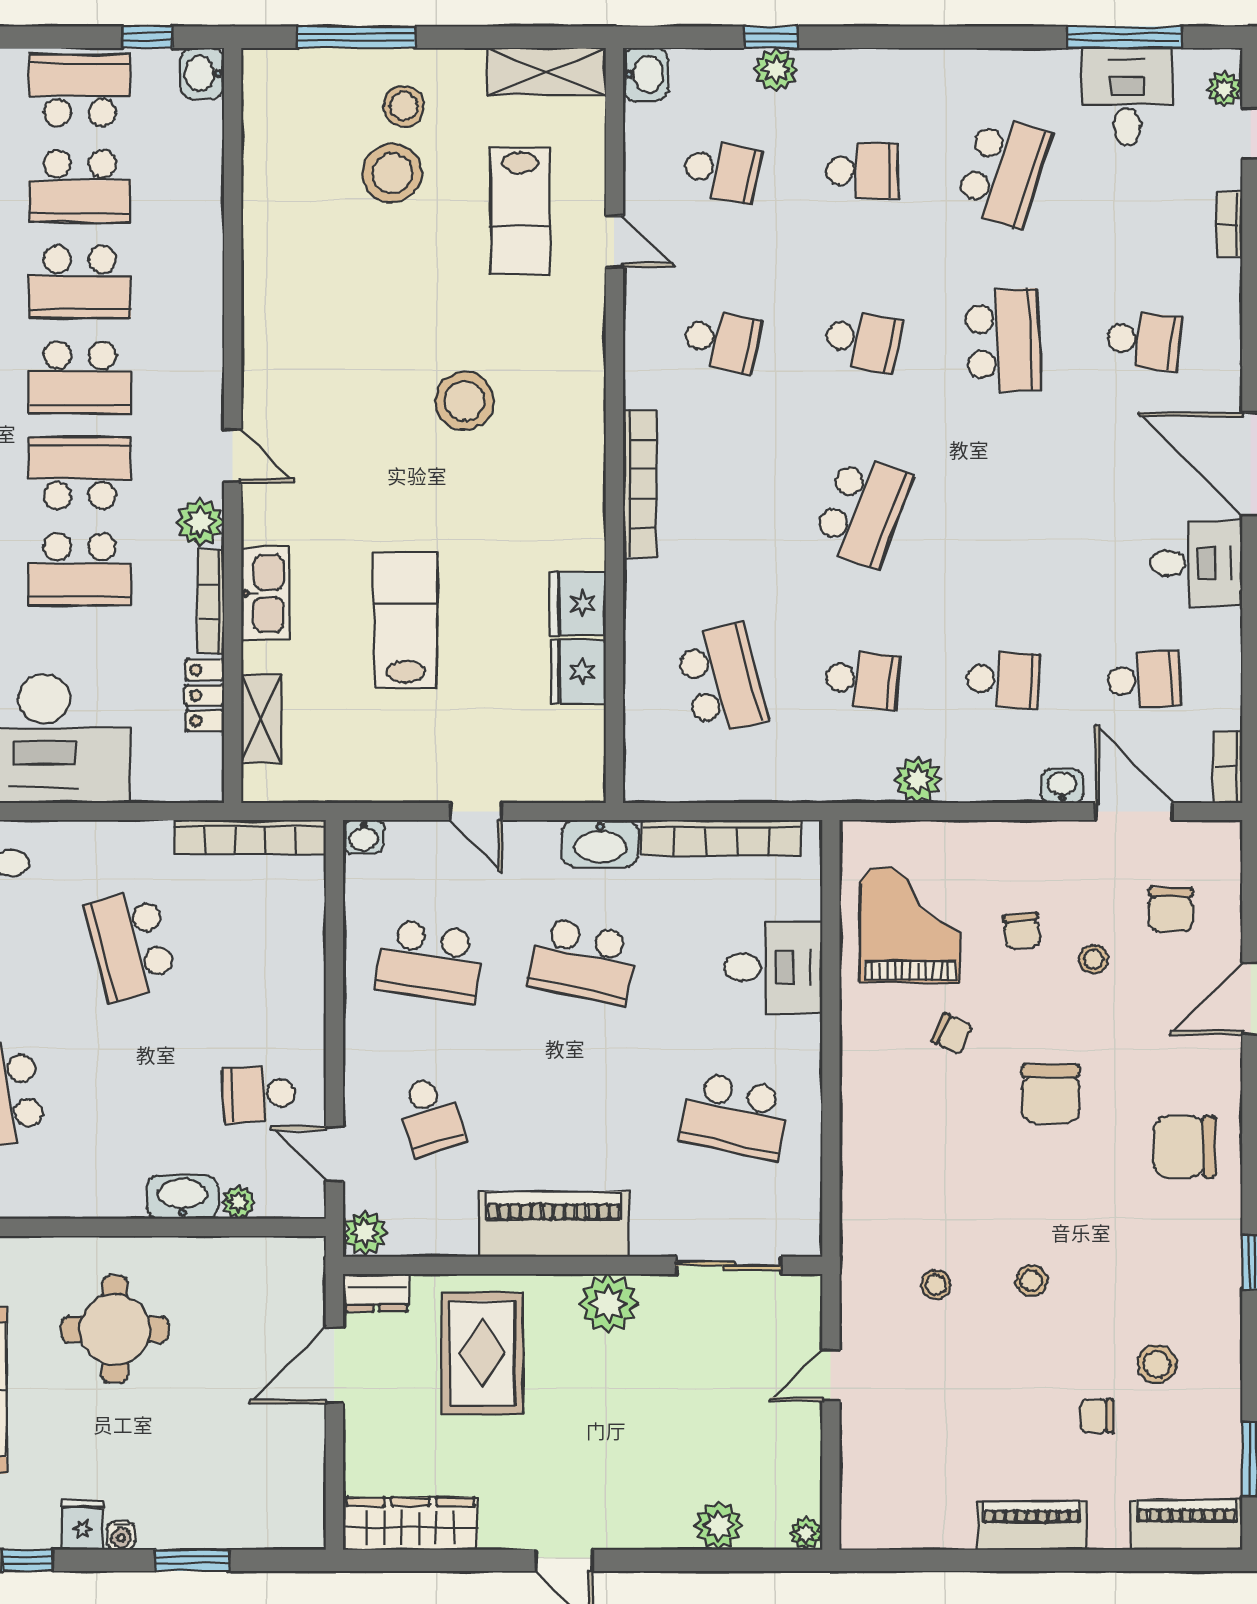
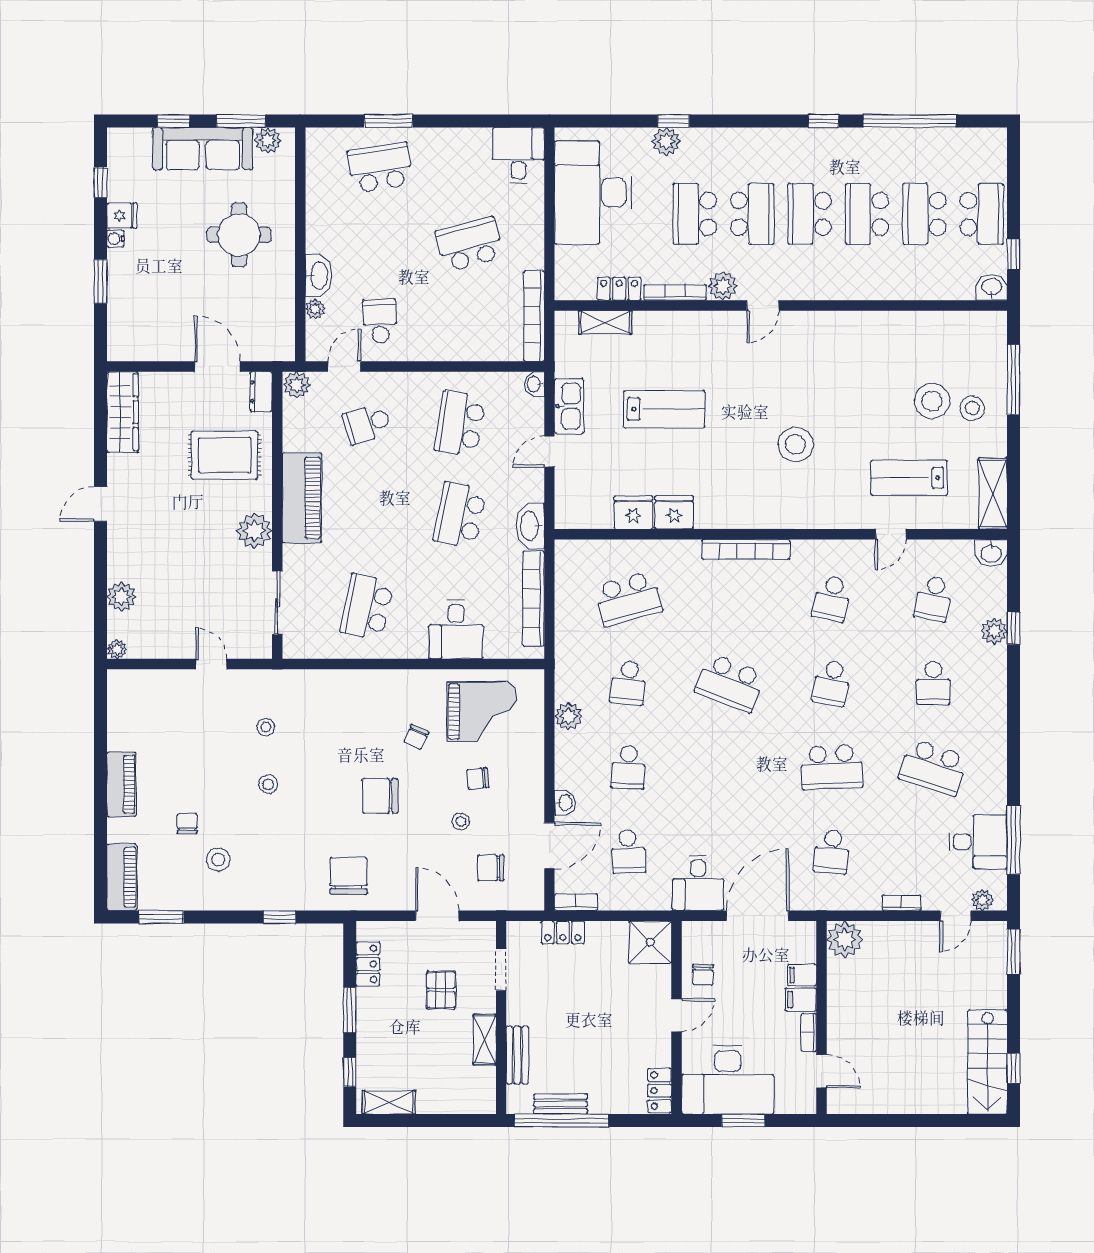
kitchen sink: (265, 594) -> (569, 406), moved, turned -90

